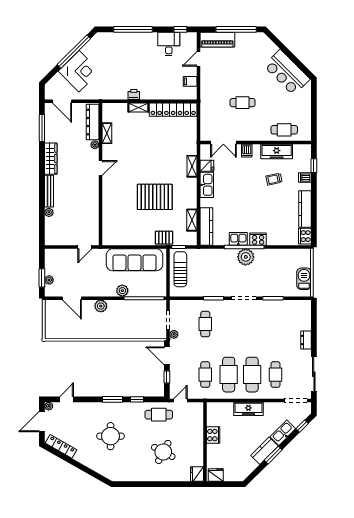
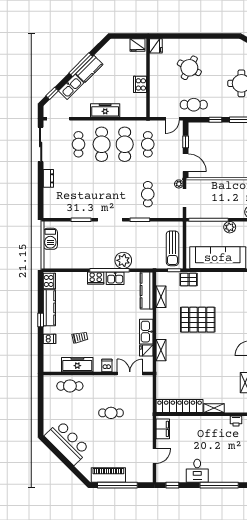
piano: (217, 40) -> (108, 475), moved
desk: (169, 44) -> (197, 471), moved
filing cabinet: (190, 81) -> (163, 429), width x2.00
printer: (134, 94) -> (236, 421), moved
window: (314, 166) -> (41, 320), moved
plant: (246, 257) -> (123, 260), moved
window: (273, 455) -> (81, 65), width x1.44

